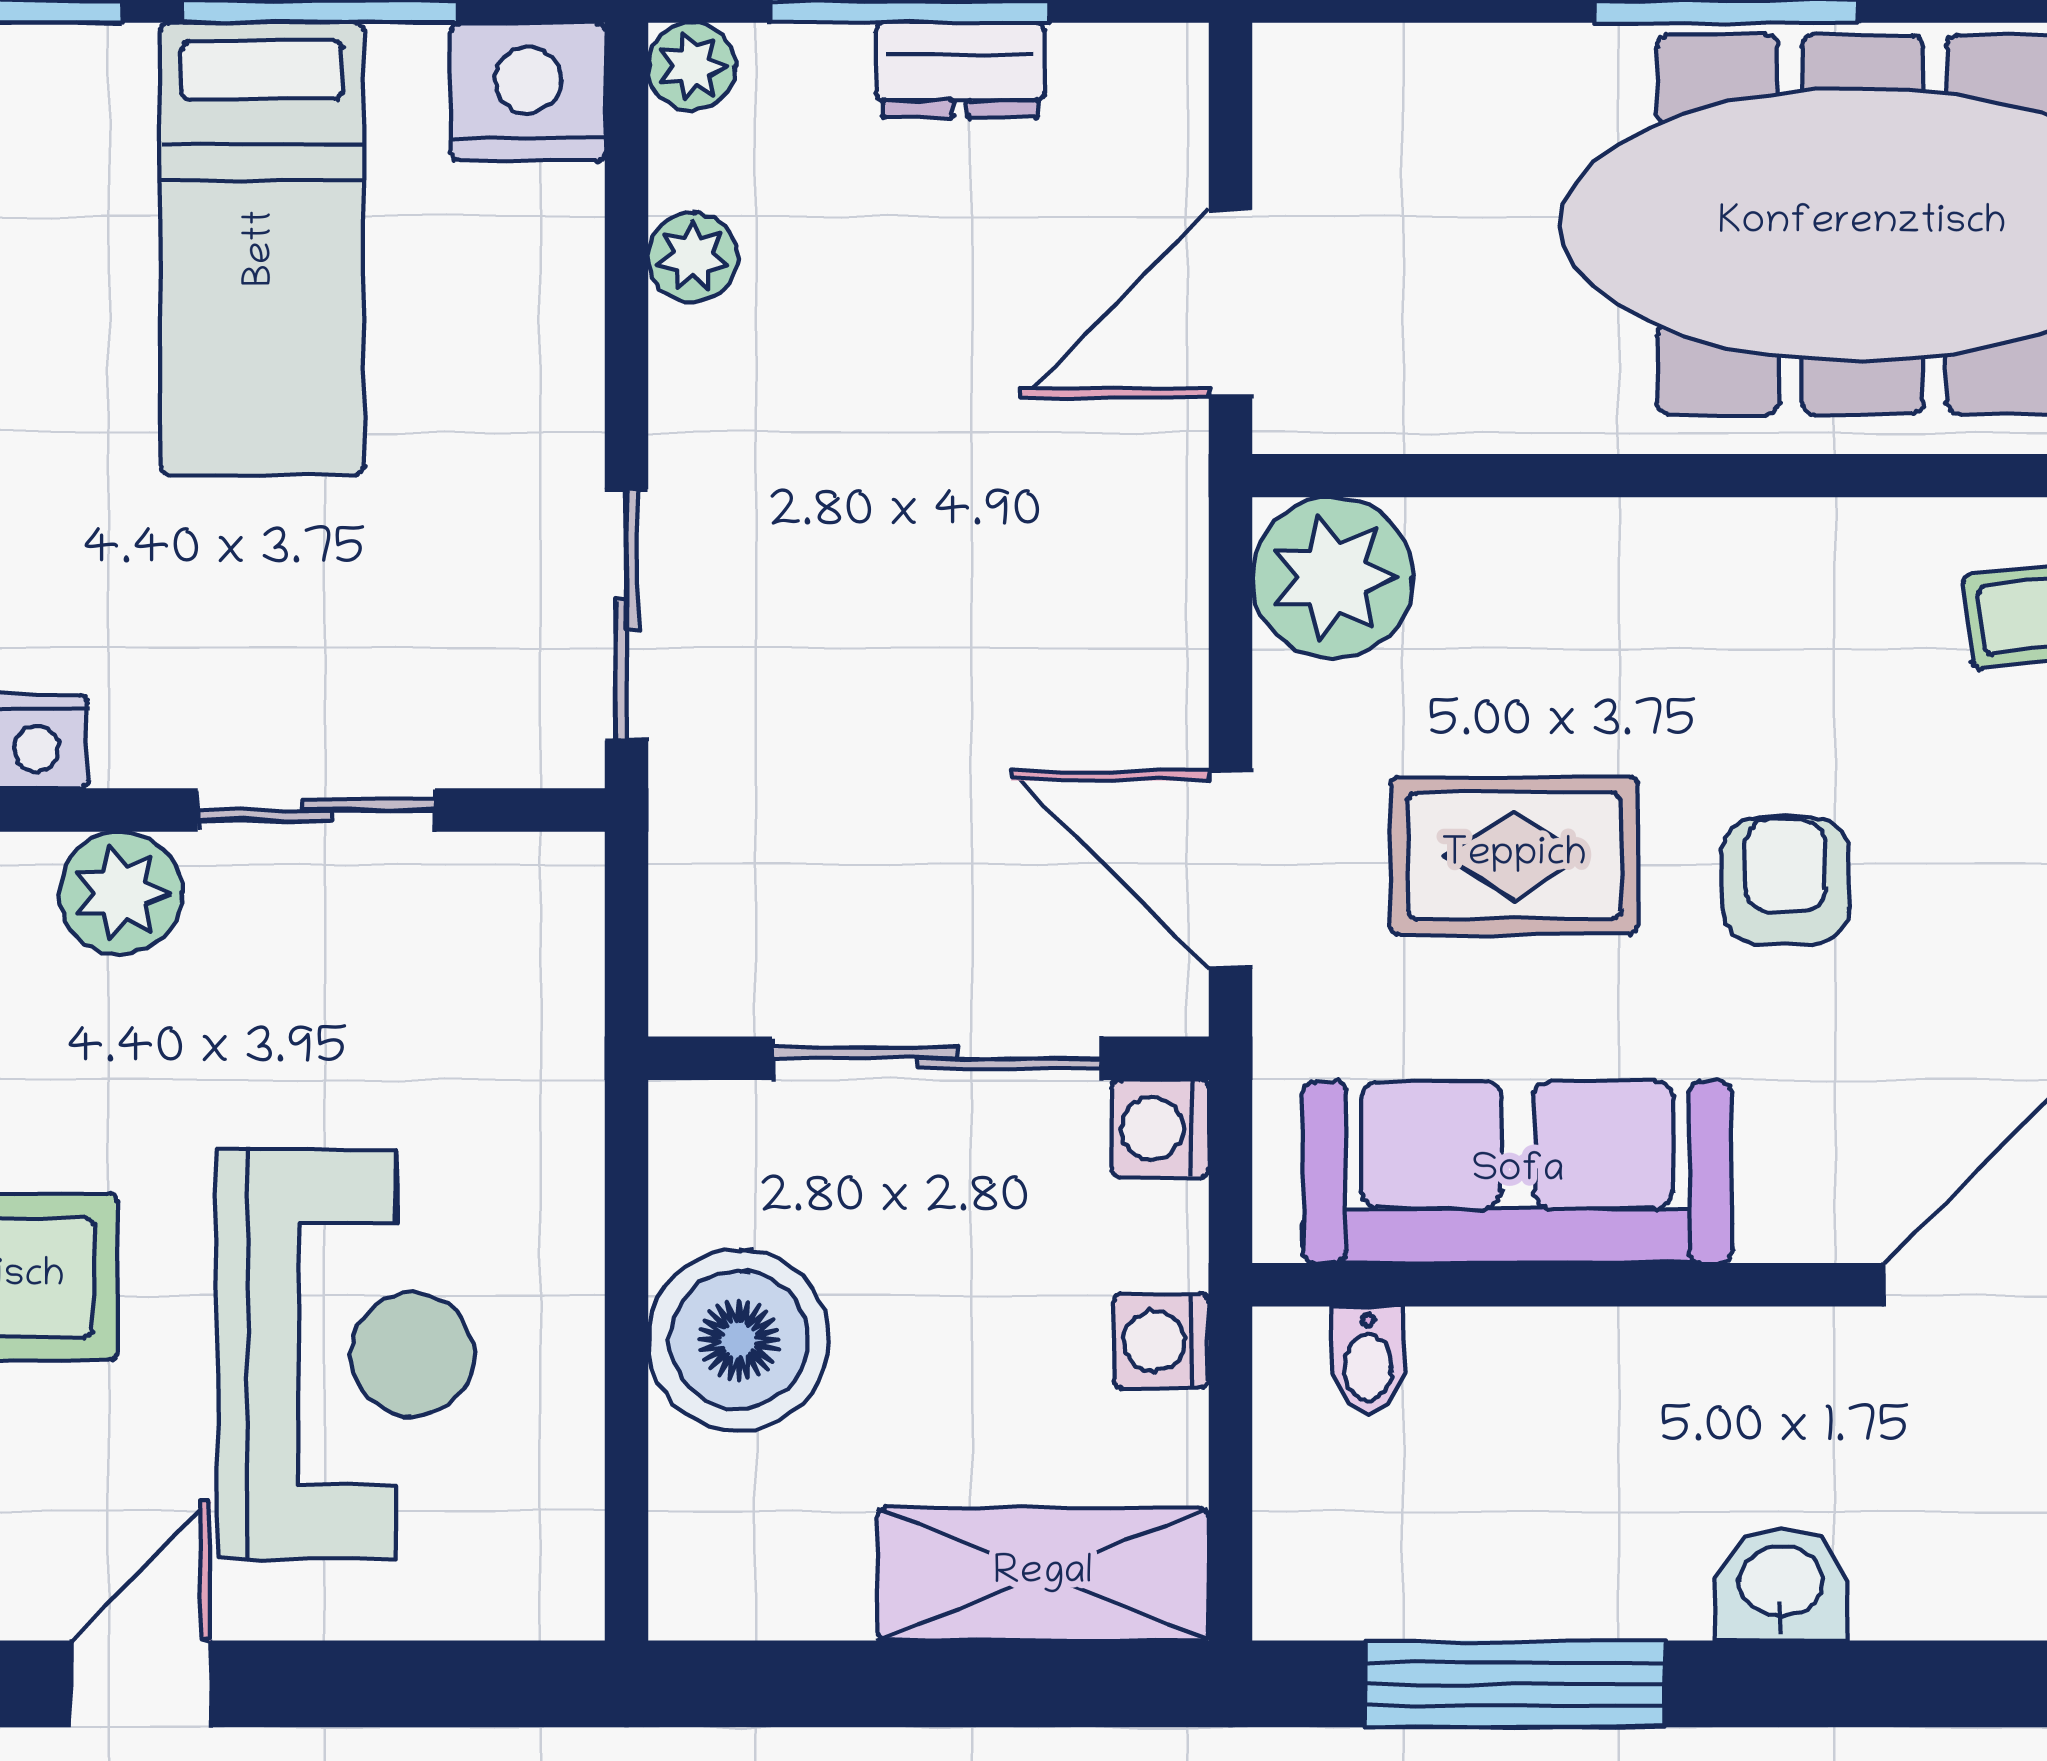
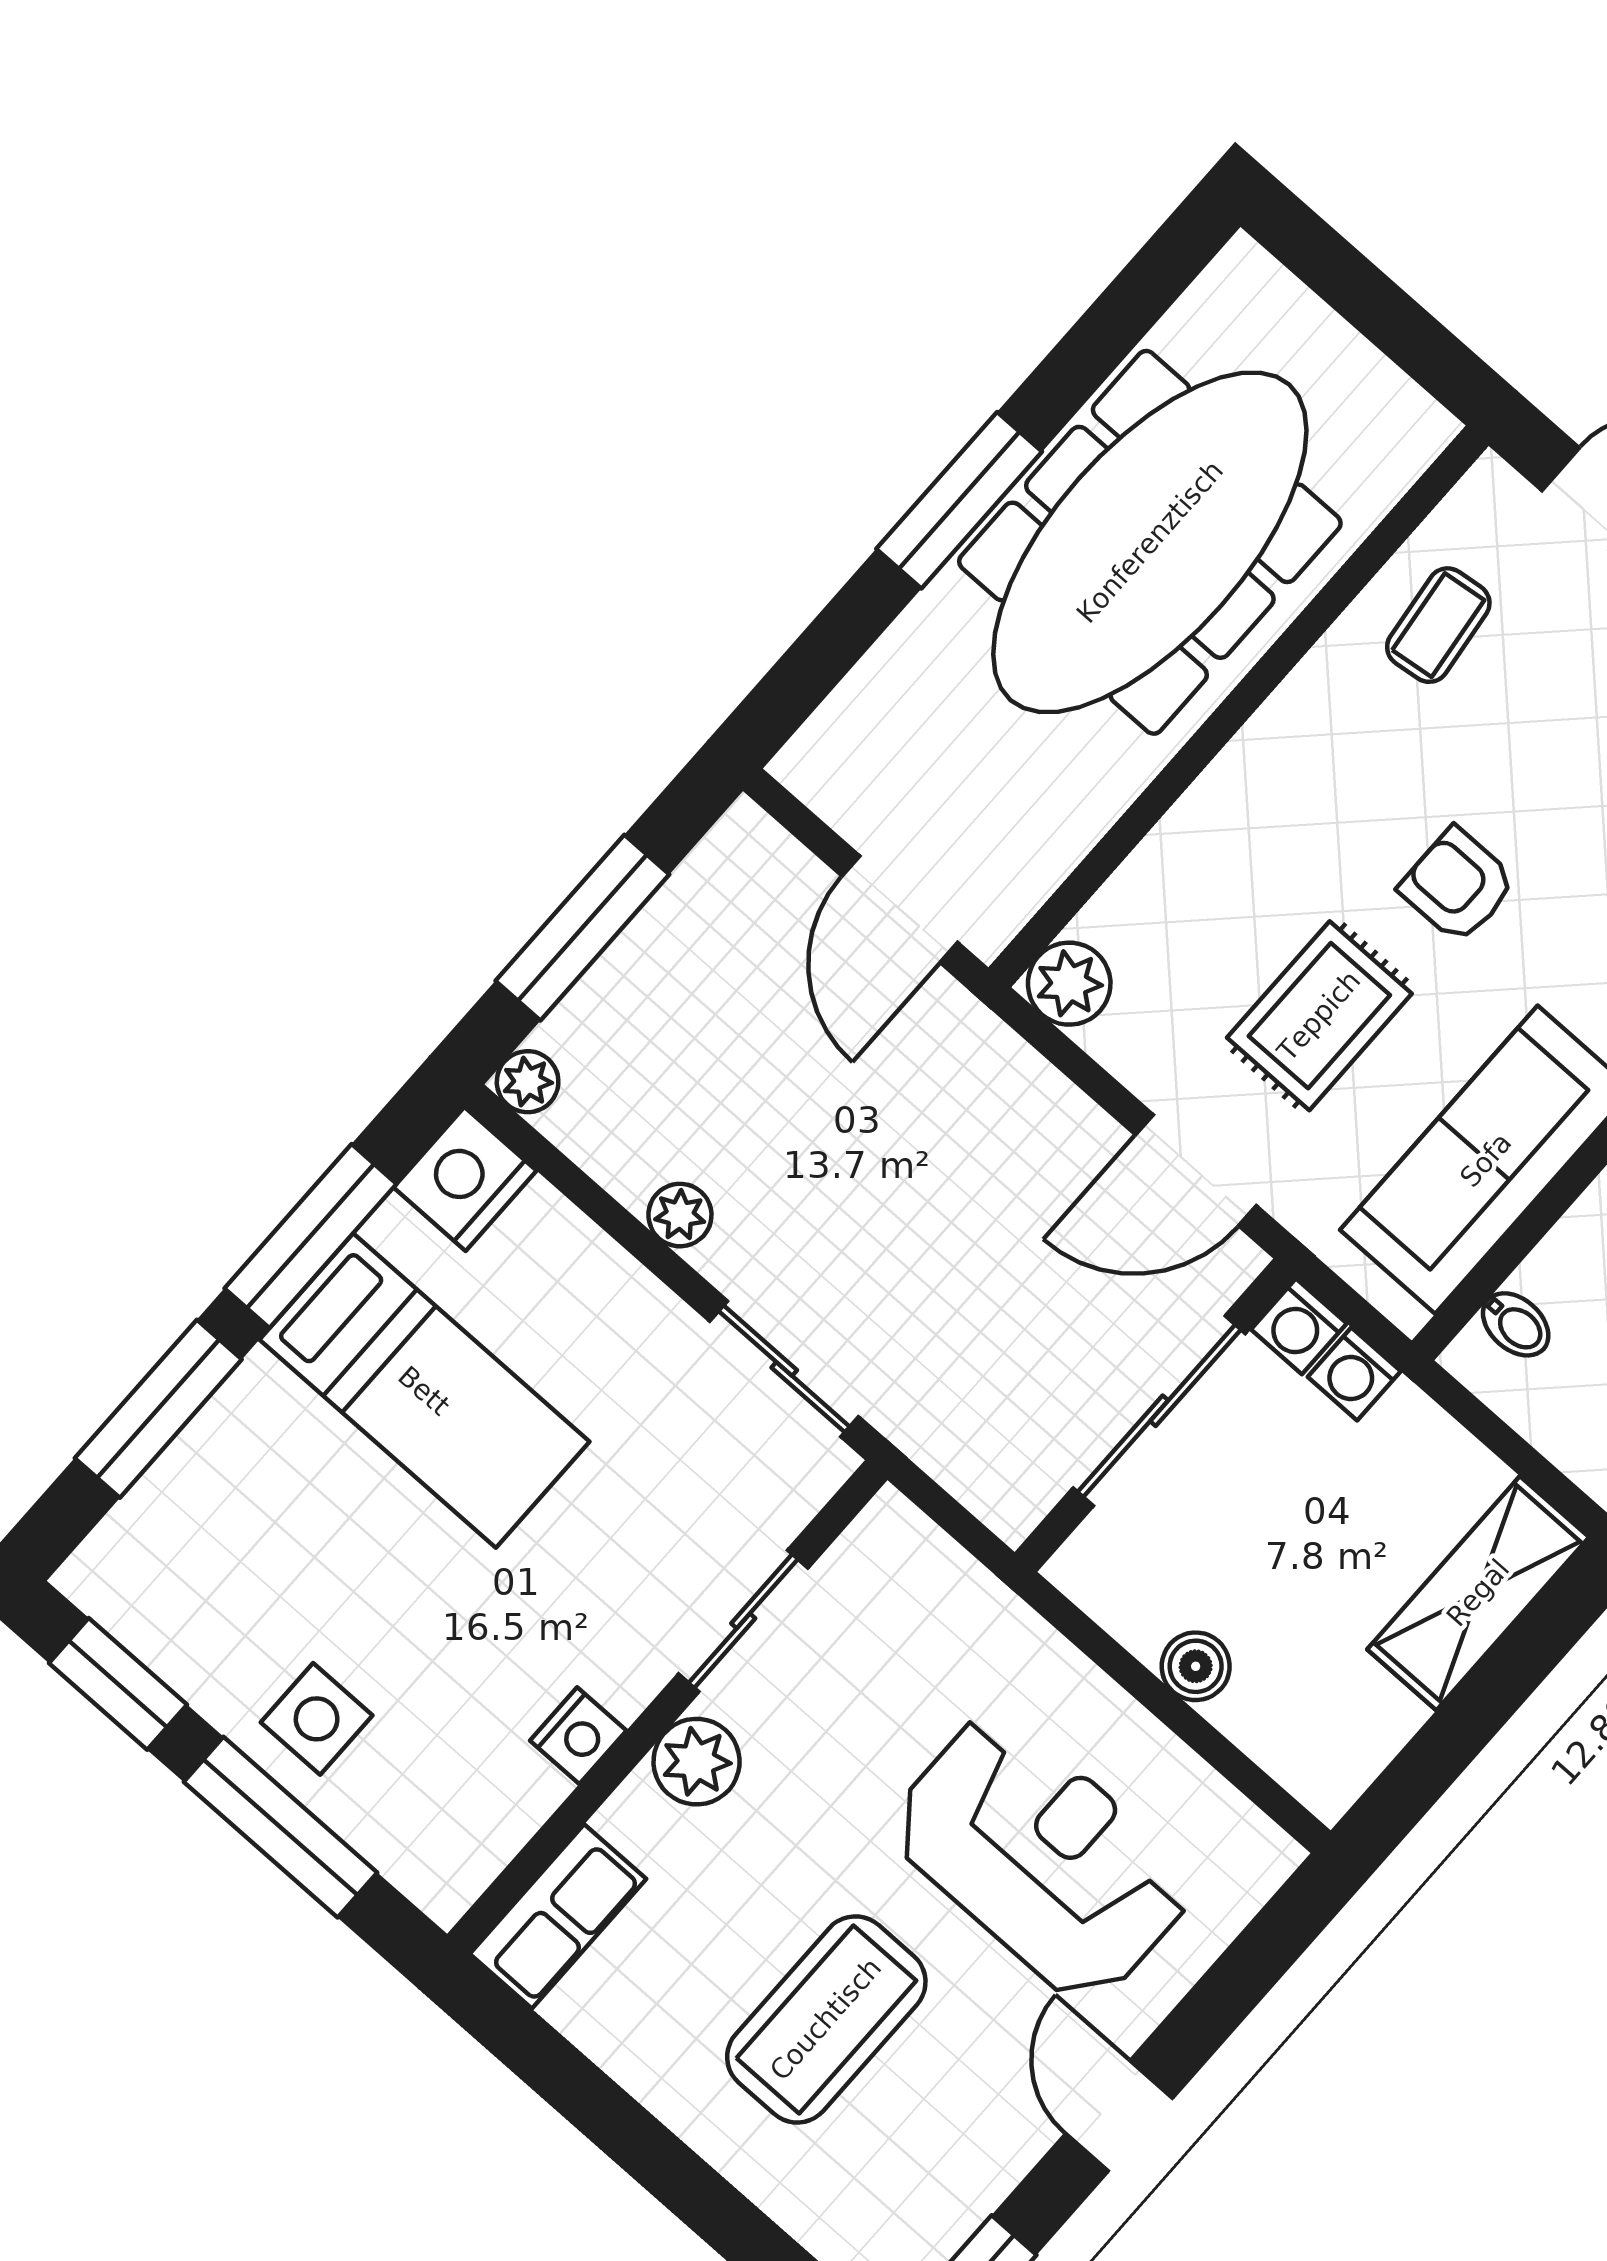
dresser: (960, 70) -> (653, 943), removed
plant: (693, 257) -> (680, 1215), moved
plant: (1333, 578) -> (1069, 984), width x0.73, depth x0.73
boiler: (739, 1340) -> (1196, 1666), width x0.54, depth x0.54
washing machine: (1162, 1341) -> (1354, 1374), moved

